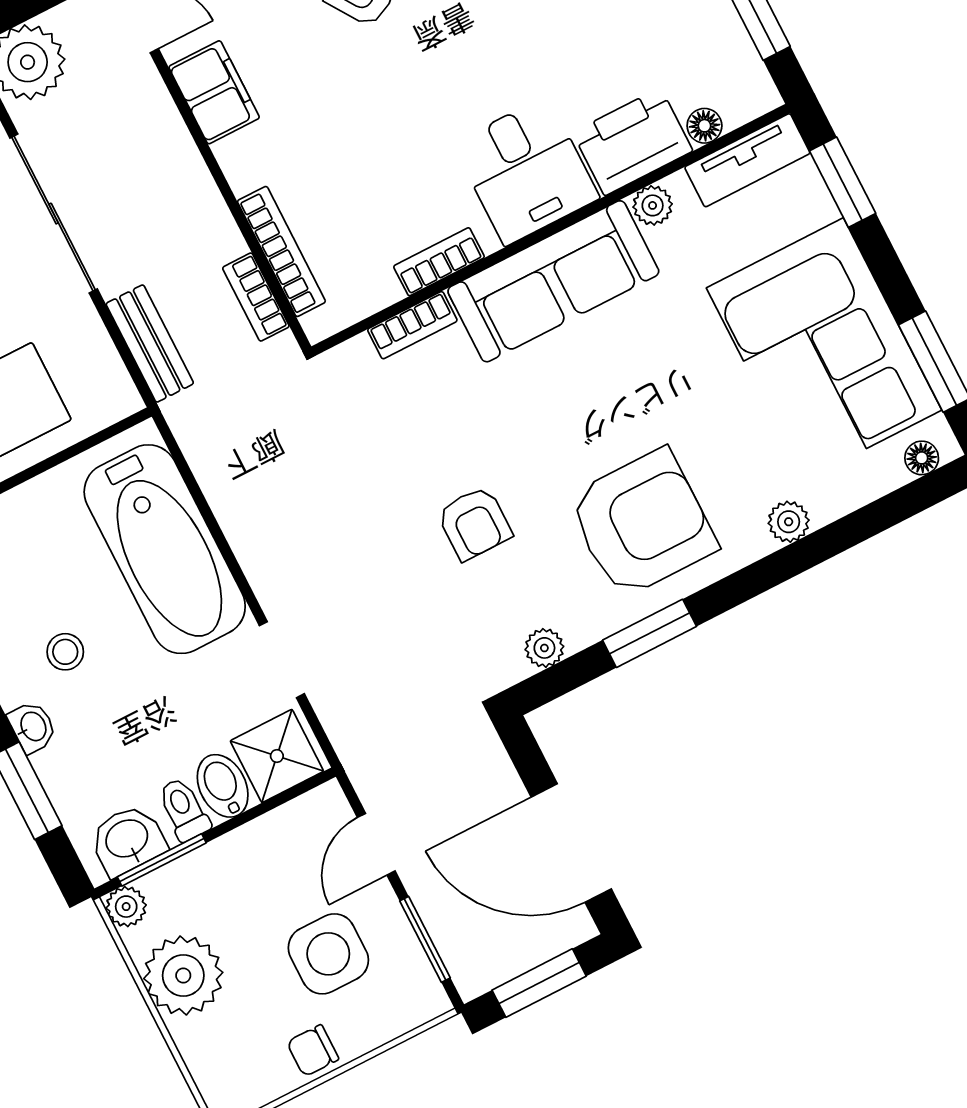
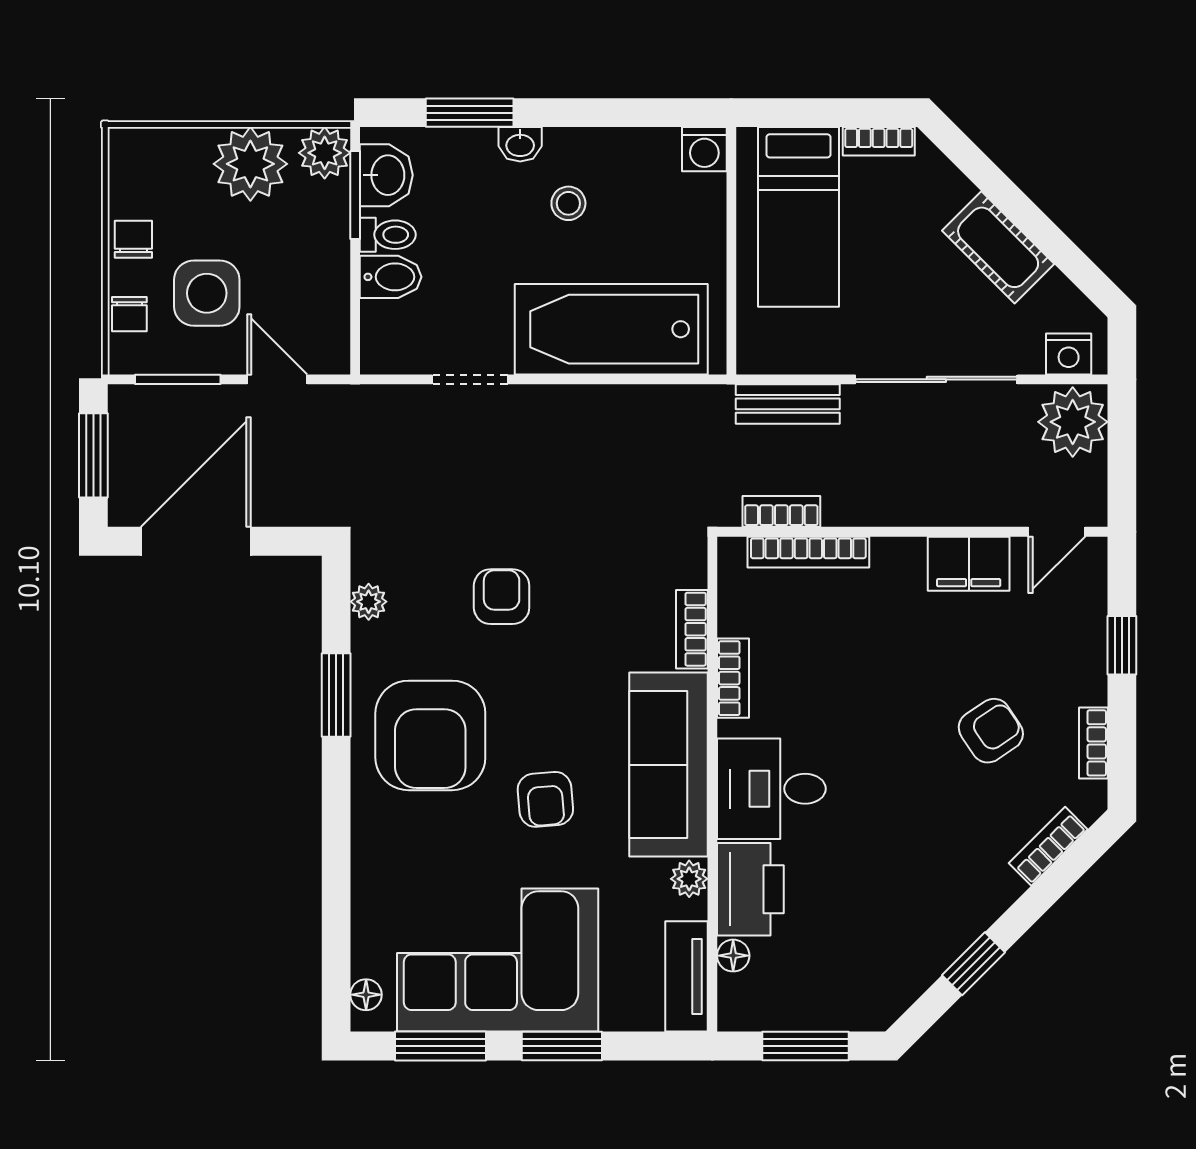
window: (843, 182) -> (562, 1046), moved
armchair: (647, 382) -> (545, 799), added
plant: (789, 522) -> (370, 857), removed
armchair: (474, 523) -> (502, 597), turned 90
shower: (277, 756) -> (392, 334), removed
plant: (126, 907) -> (325, 153), width x1.38, depth x1.38
chair: (386, 1018) -> (129, 314), added

